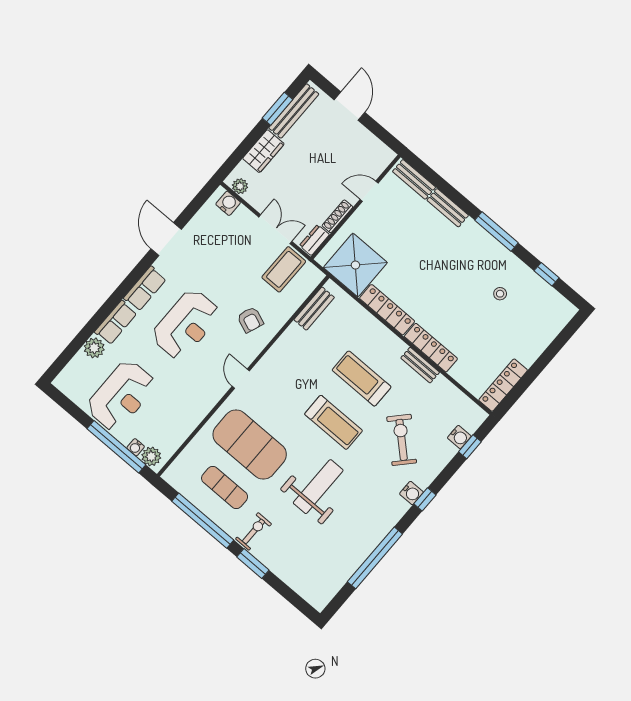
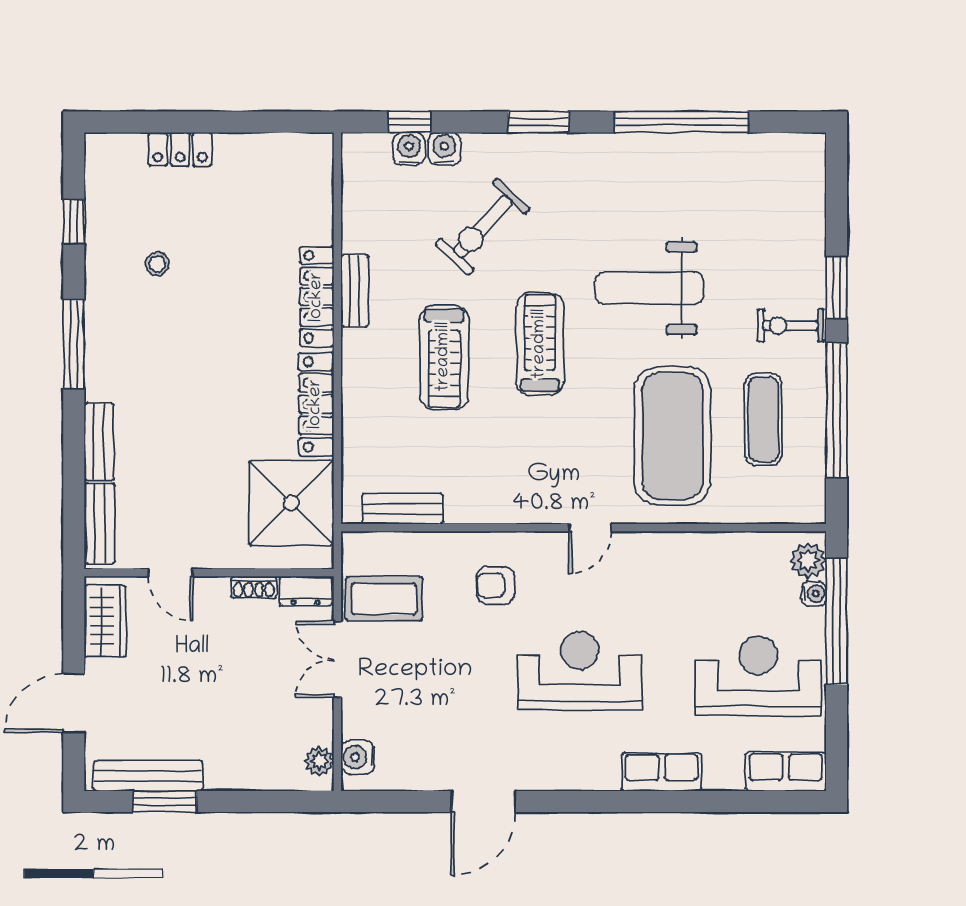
wardrobe: (263, 151) -> (105, 621), moved, turned 90
shoe rack: (337, 216) -> (254, 587), width x0.70
row of seats: (145, 289) -> (786, 772), moved
armchair: (250, 320) -> (495, 585), turned -111
plant: (94, 348) -> (723, 772), removed
locker: (503, 385) -> (180, 149), moved, width x0.66
water cooler: (411, 493) -> (444, 149), moved
window: (425, 499) -> (538, 122), width x1.50

